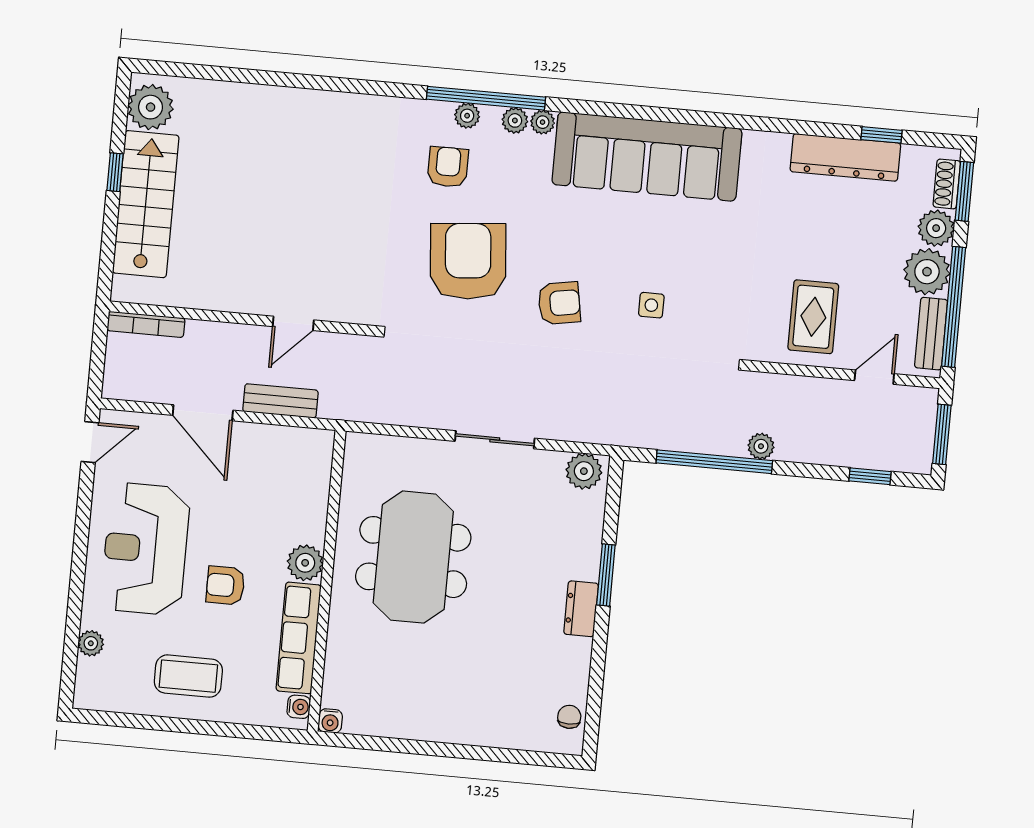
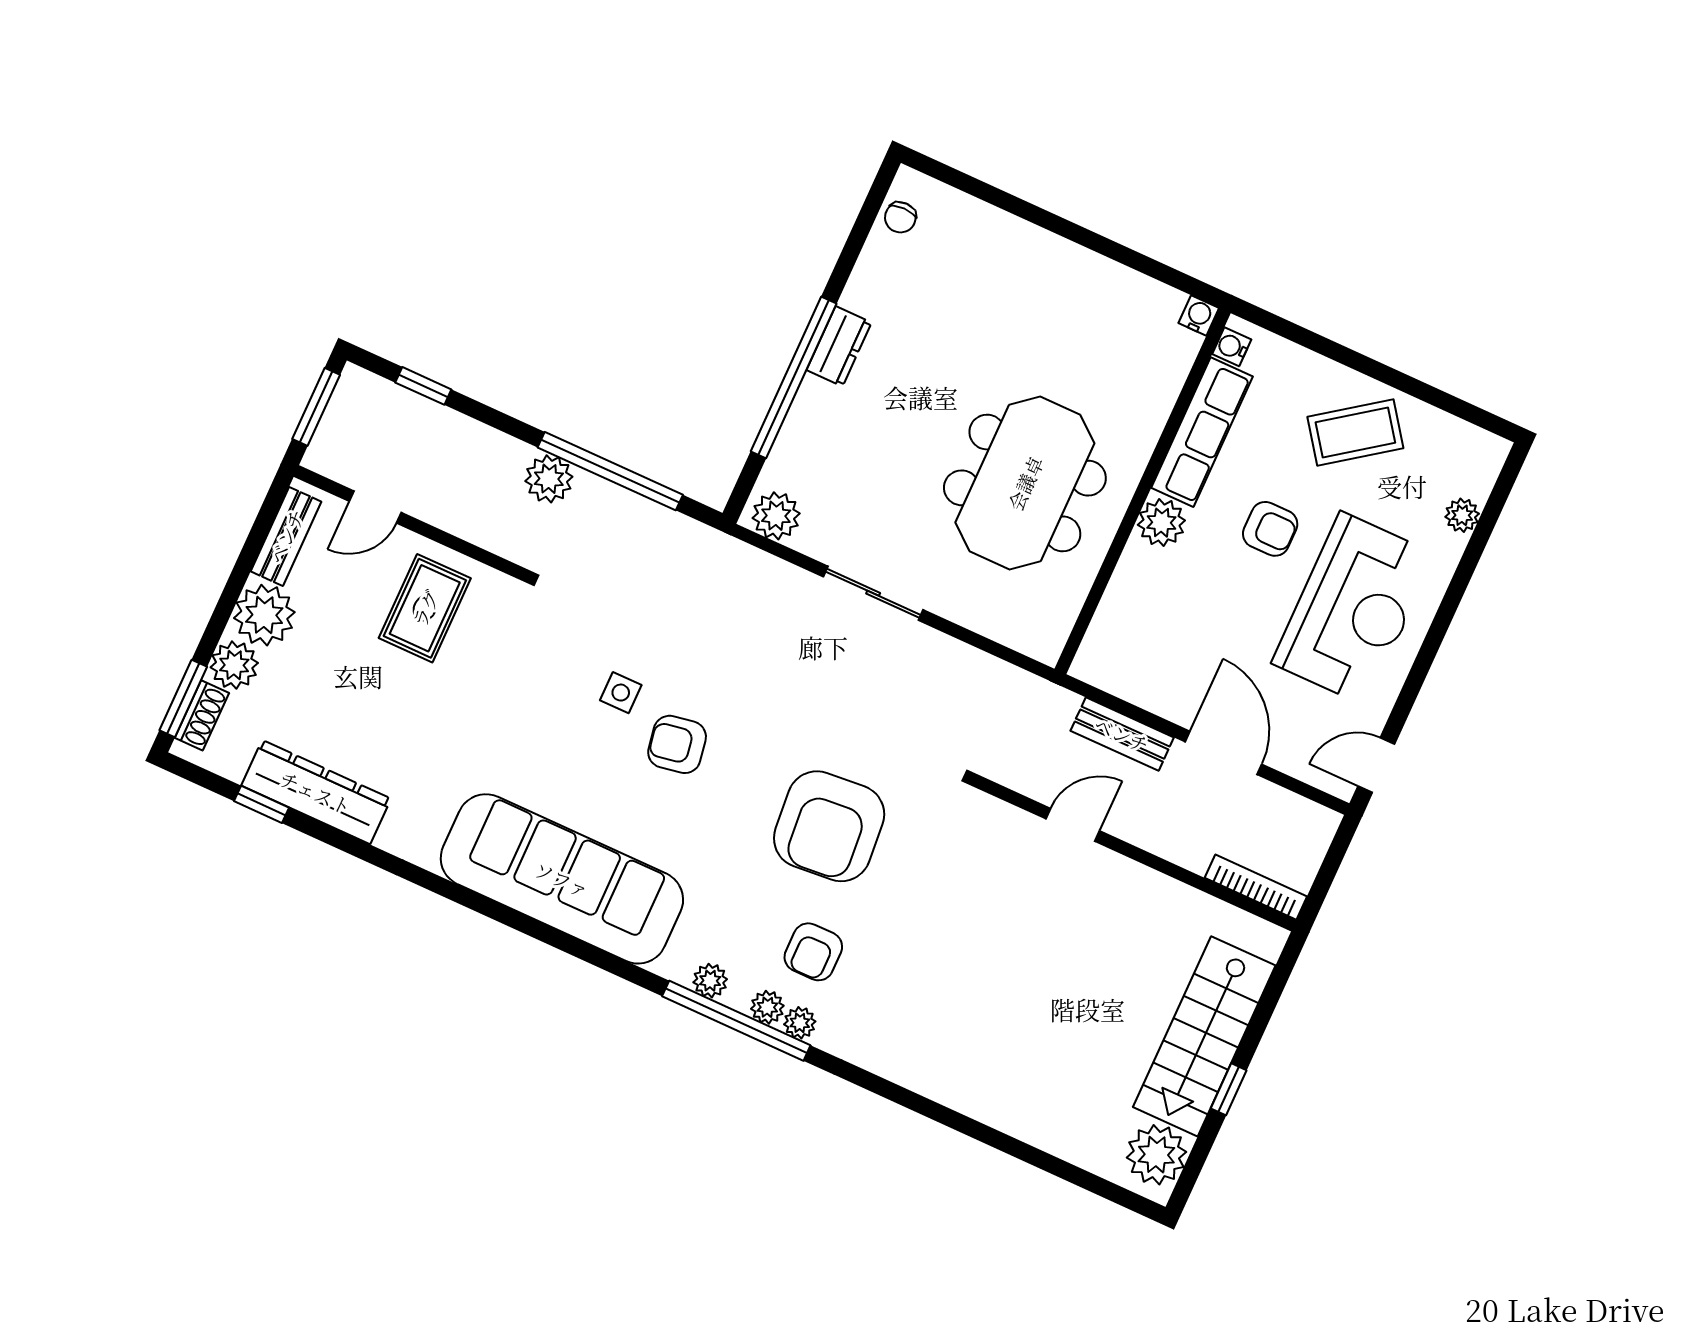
plant: (543, 122) -> (800, 1023), moved
armchair: (559, 303) -> (677, 744), moved
window: (954, 307) -> (246, 560), removed
plant: (761, 446) -> (549, 479), width x1.38, depth x1.38
window: (606, 575) -> (794, 378), width x2.11
coffee table: (188, 676) -> (1355, 433), turned -36

